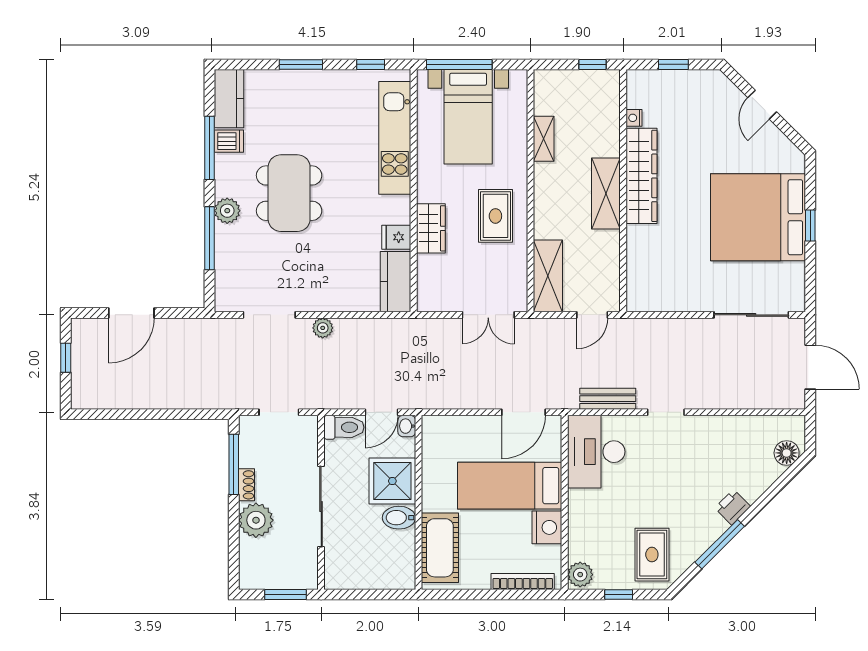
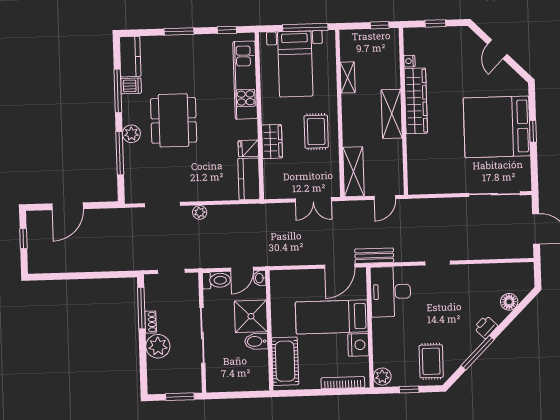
window: (459, 64) -> (305, 28), moved
bench: (608, 399) -> (374, 256), moved
floor lamp: (787, 453) -> (509, 302), moved

